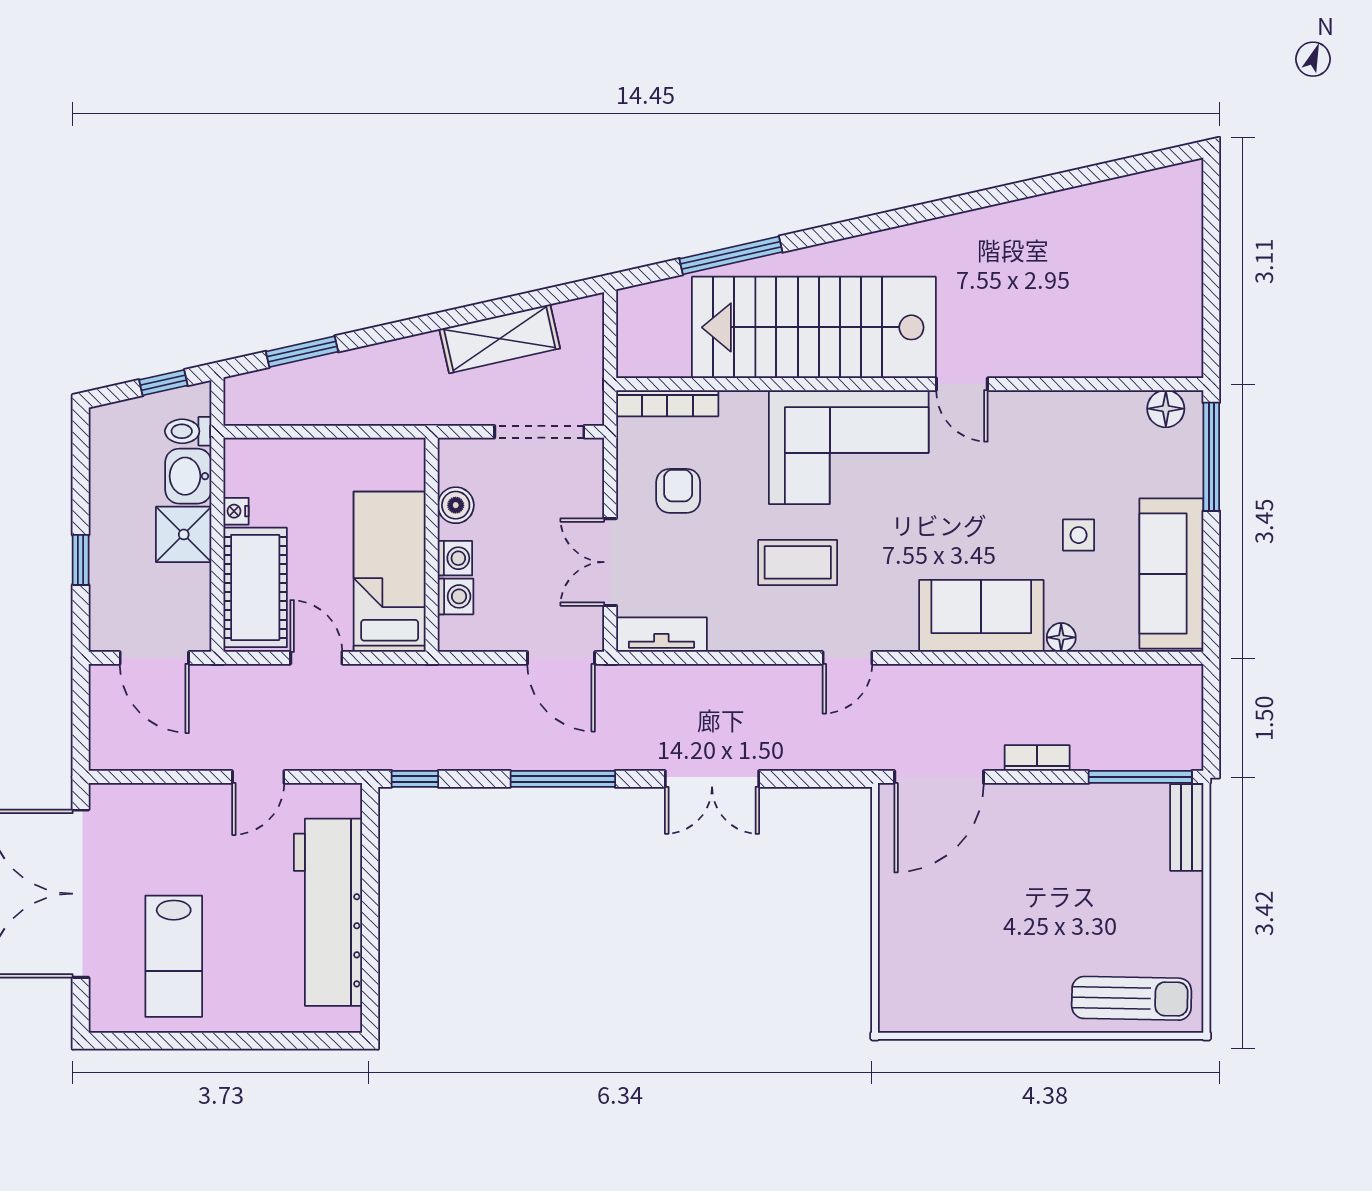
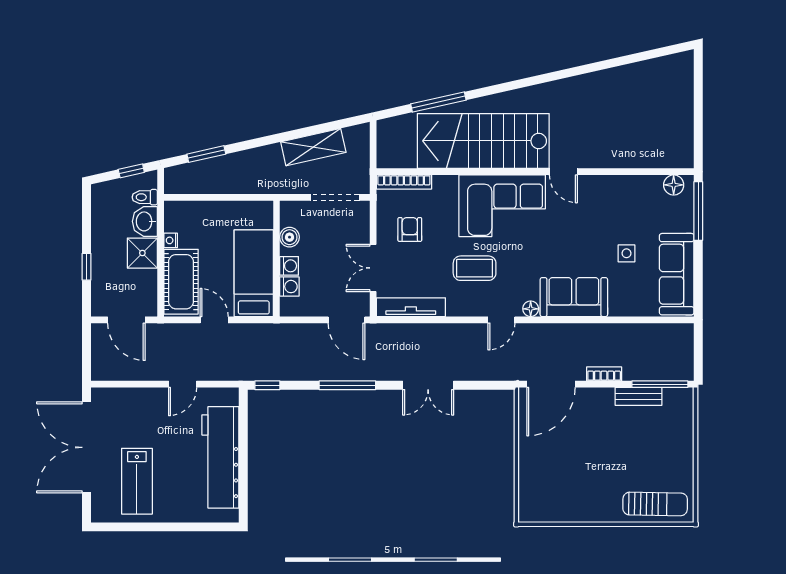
tv unit: (661, 635) -> (411, 307), width x1.41
floor lamp: (1061, 637) -> (531, 309), moved
bench: (1187, 827) -> (639, 396), moved, turned 90

